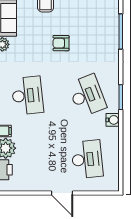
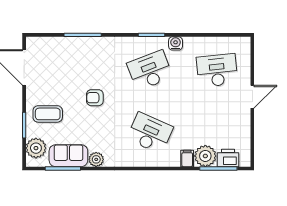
armchair: (61, 43) -> (95, 98), turned 90
desk: (27, 95) -> (150, 133), turned 30

